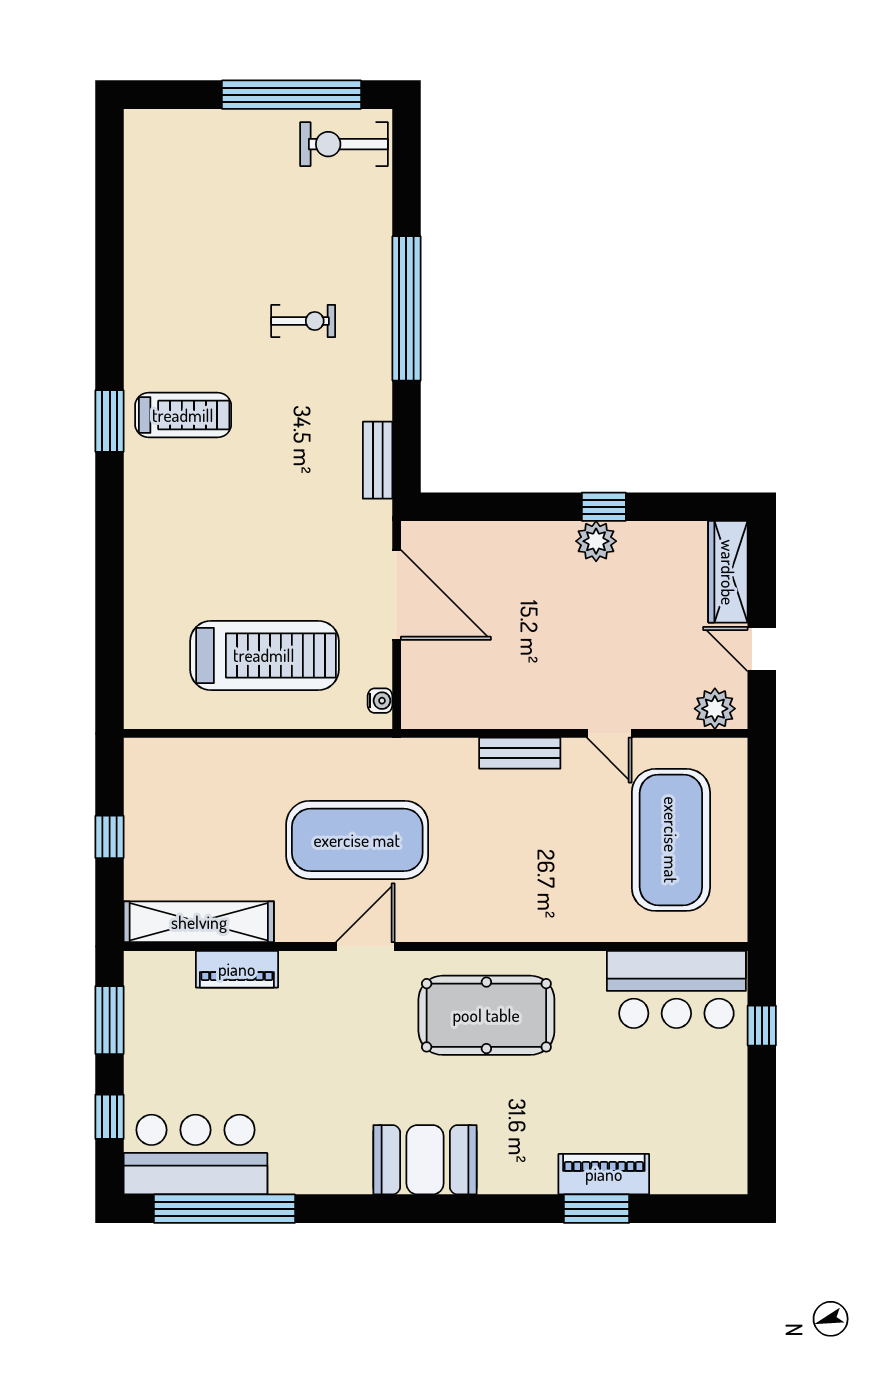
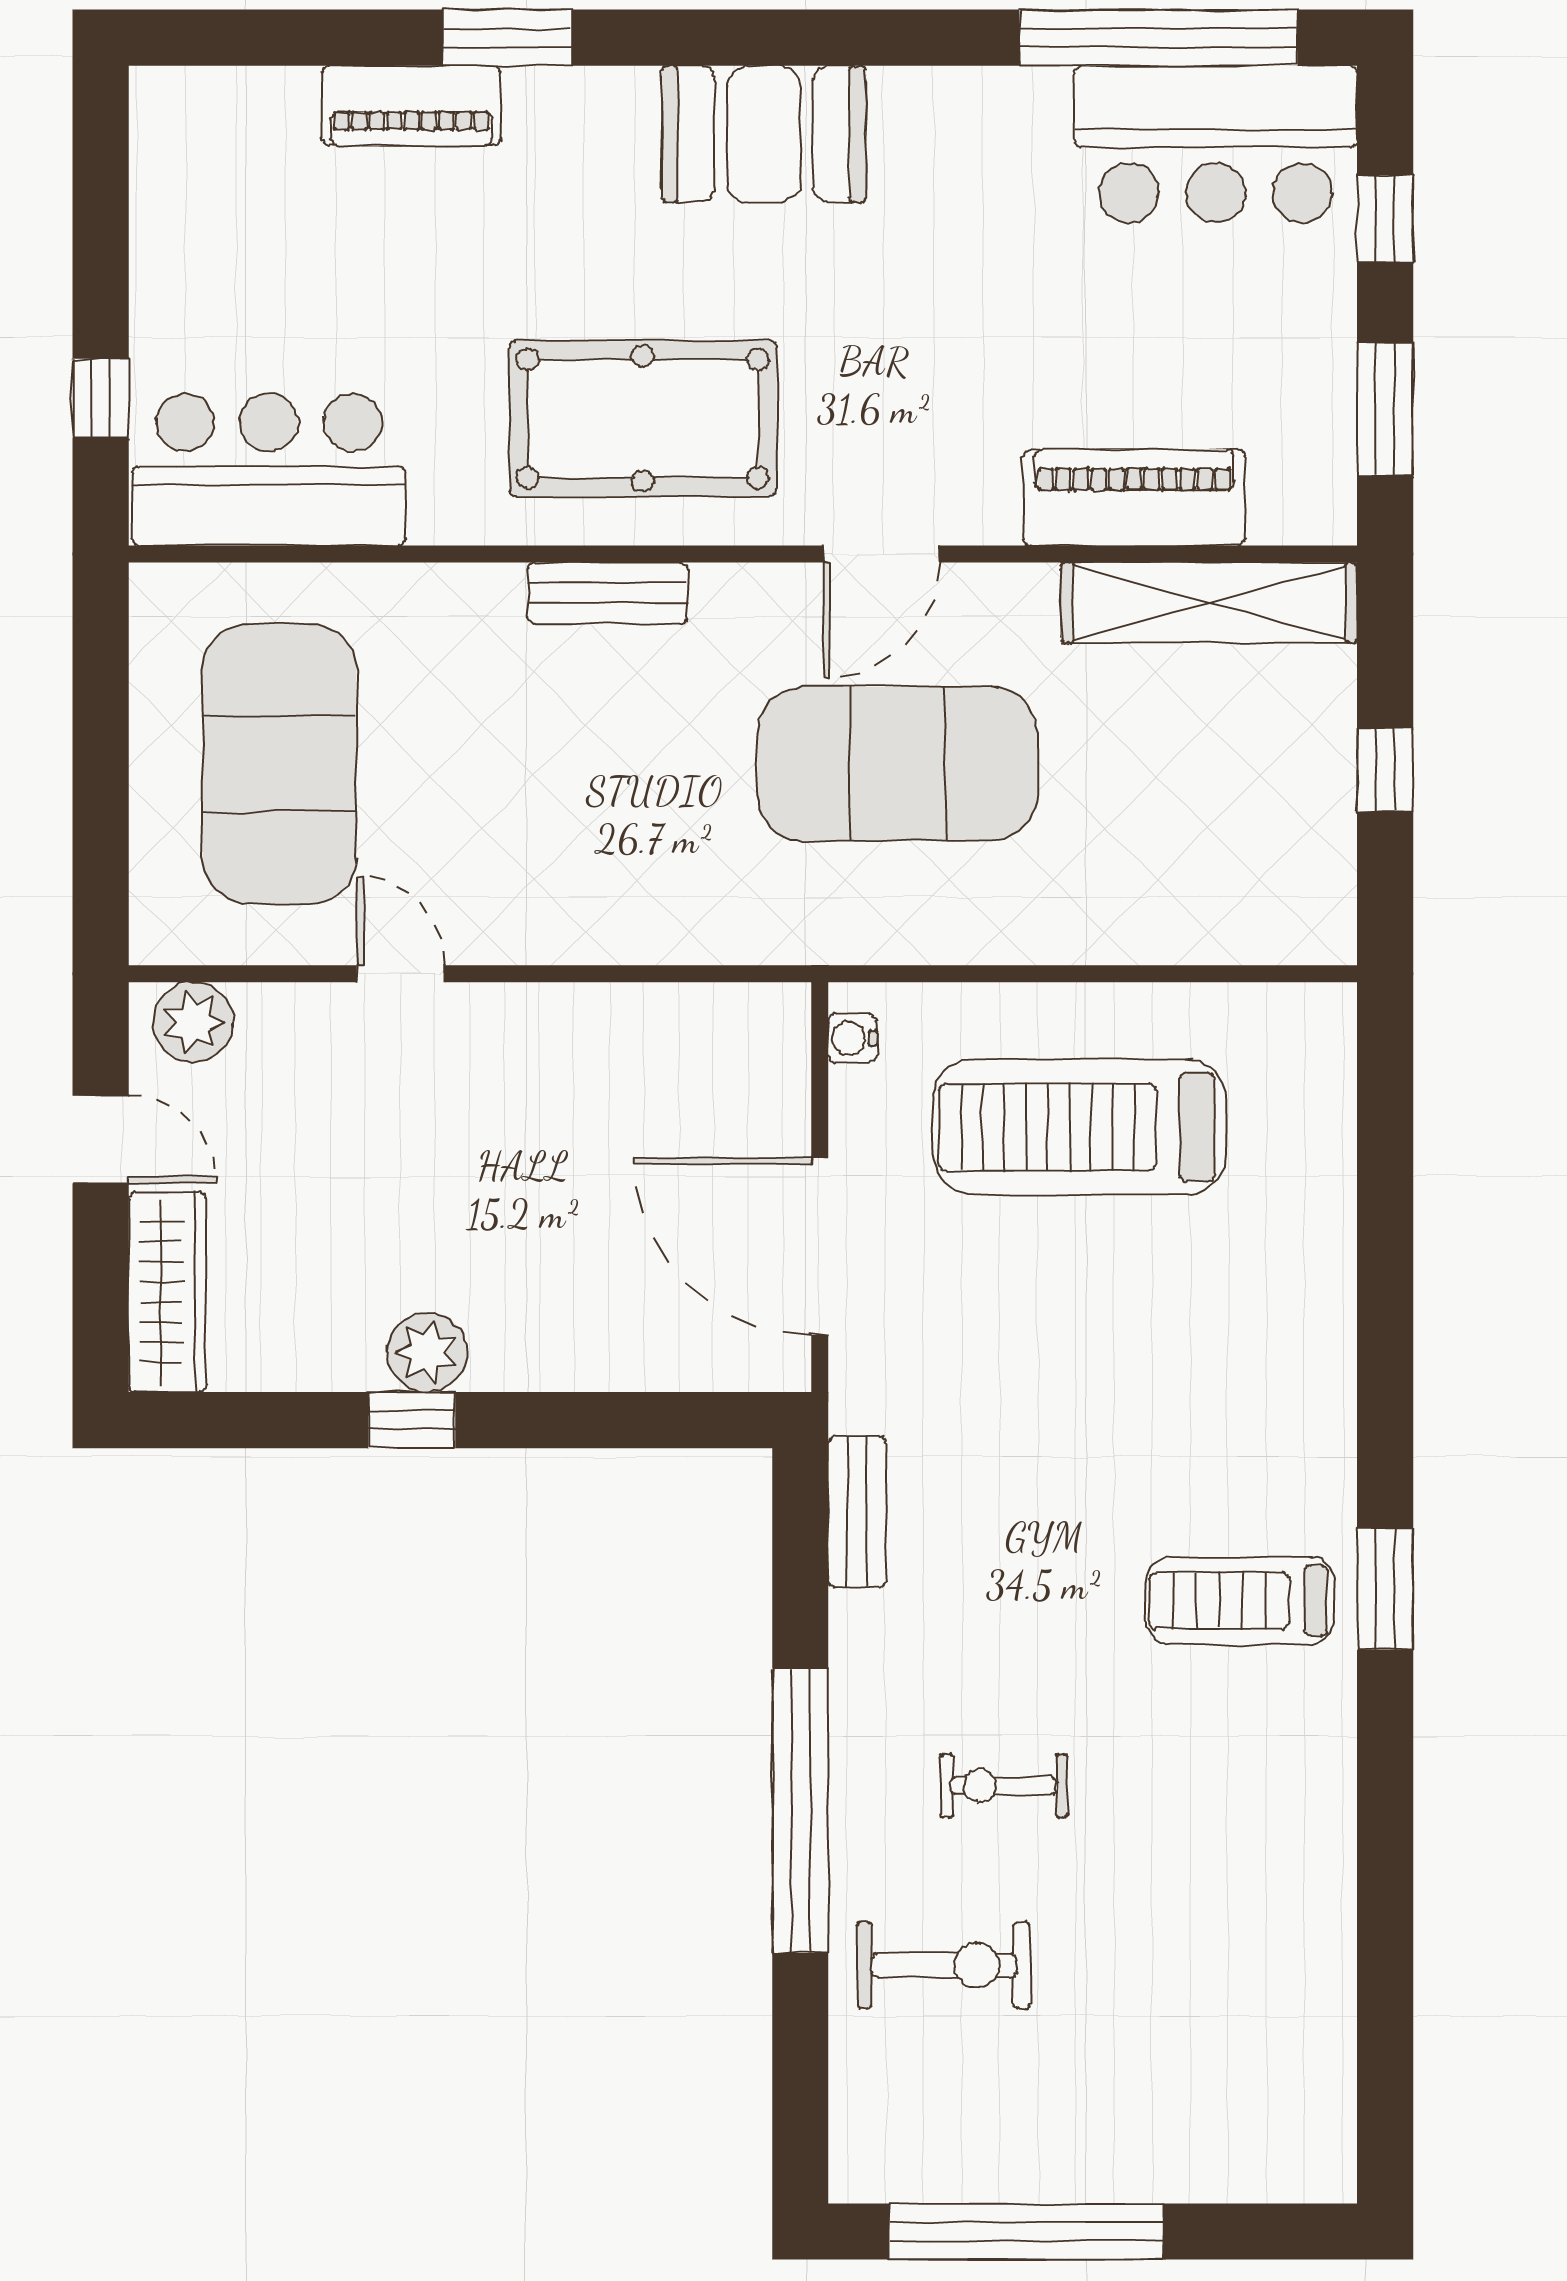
exercise bike: (344, 144) -> (944, 1965), moved
bench: (520, 753) -> (607, 593), moved
piano: (237, 969) -> (1134, 498), width x1.37, depth x1.33
window: (596, 1209) -> (507, 38), moved

